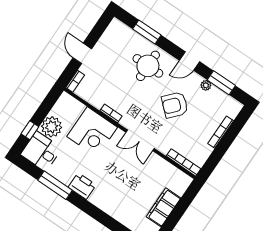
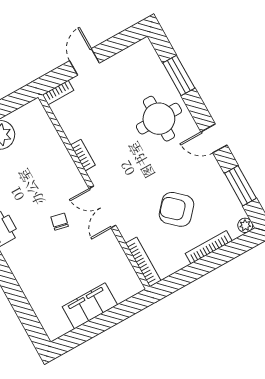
plant: (206, 85) -> (245, 225), moved
armchair: (175, 105) -> (176, 209), moved
corner desk: (92, 132) -> (48, 167), removed
chair: (117, 163) -> (60, 222), added

